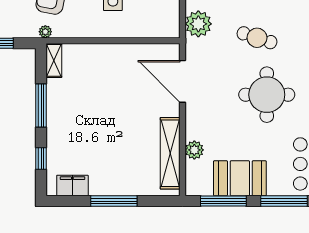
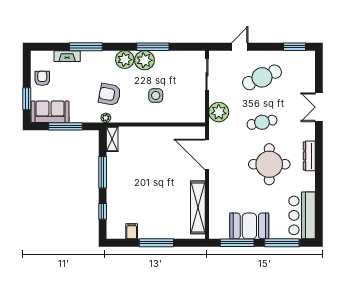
cafe table: (257, 38) -> (262, 122), turned -30
plant: (194, 150) -> (216, 205), removed
filing cabinet: (72, 185) -> (132, 231), width x0.50

